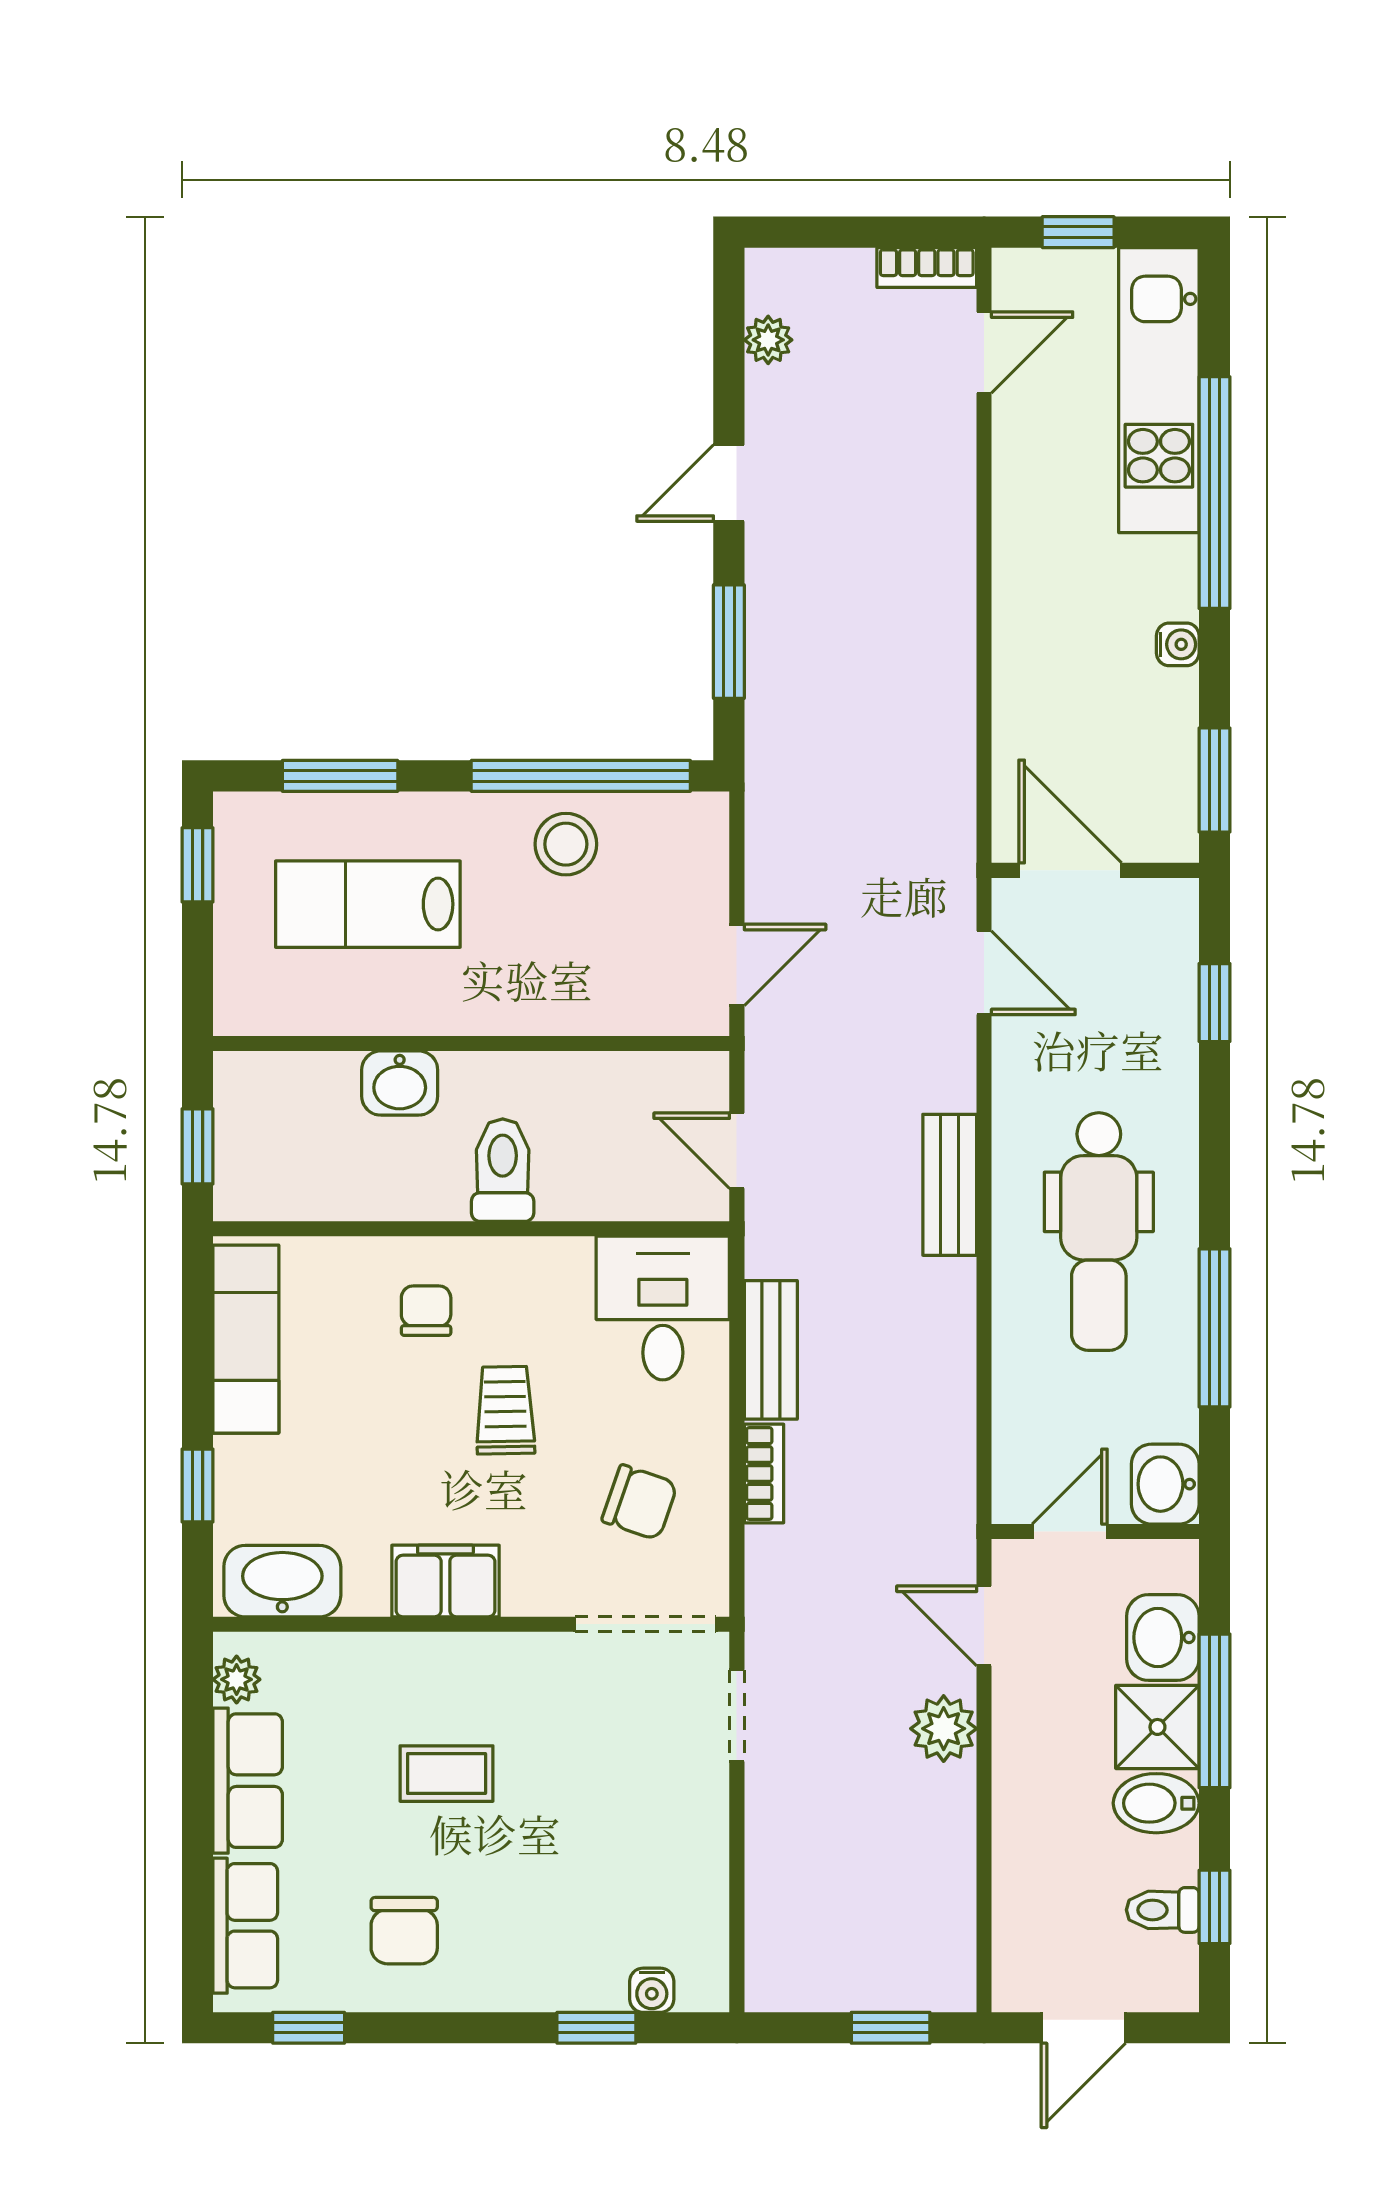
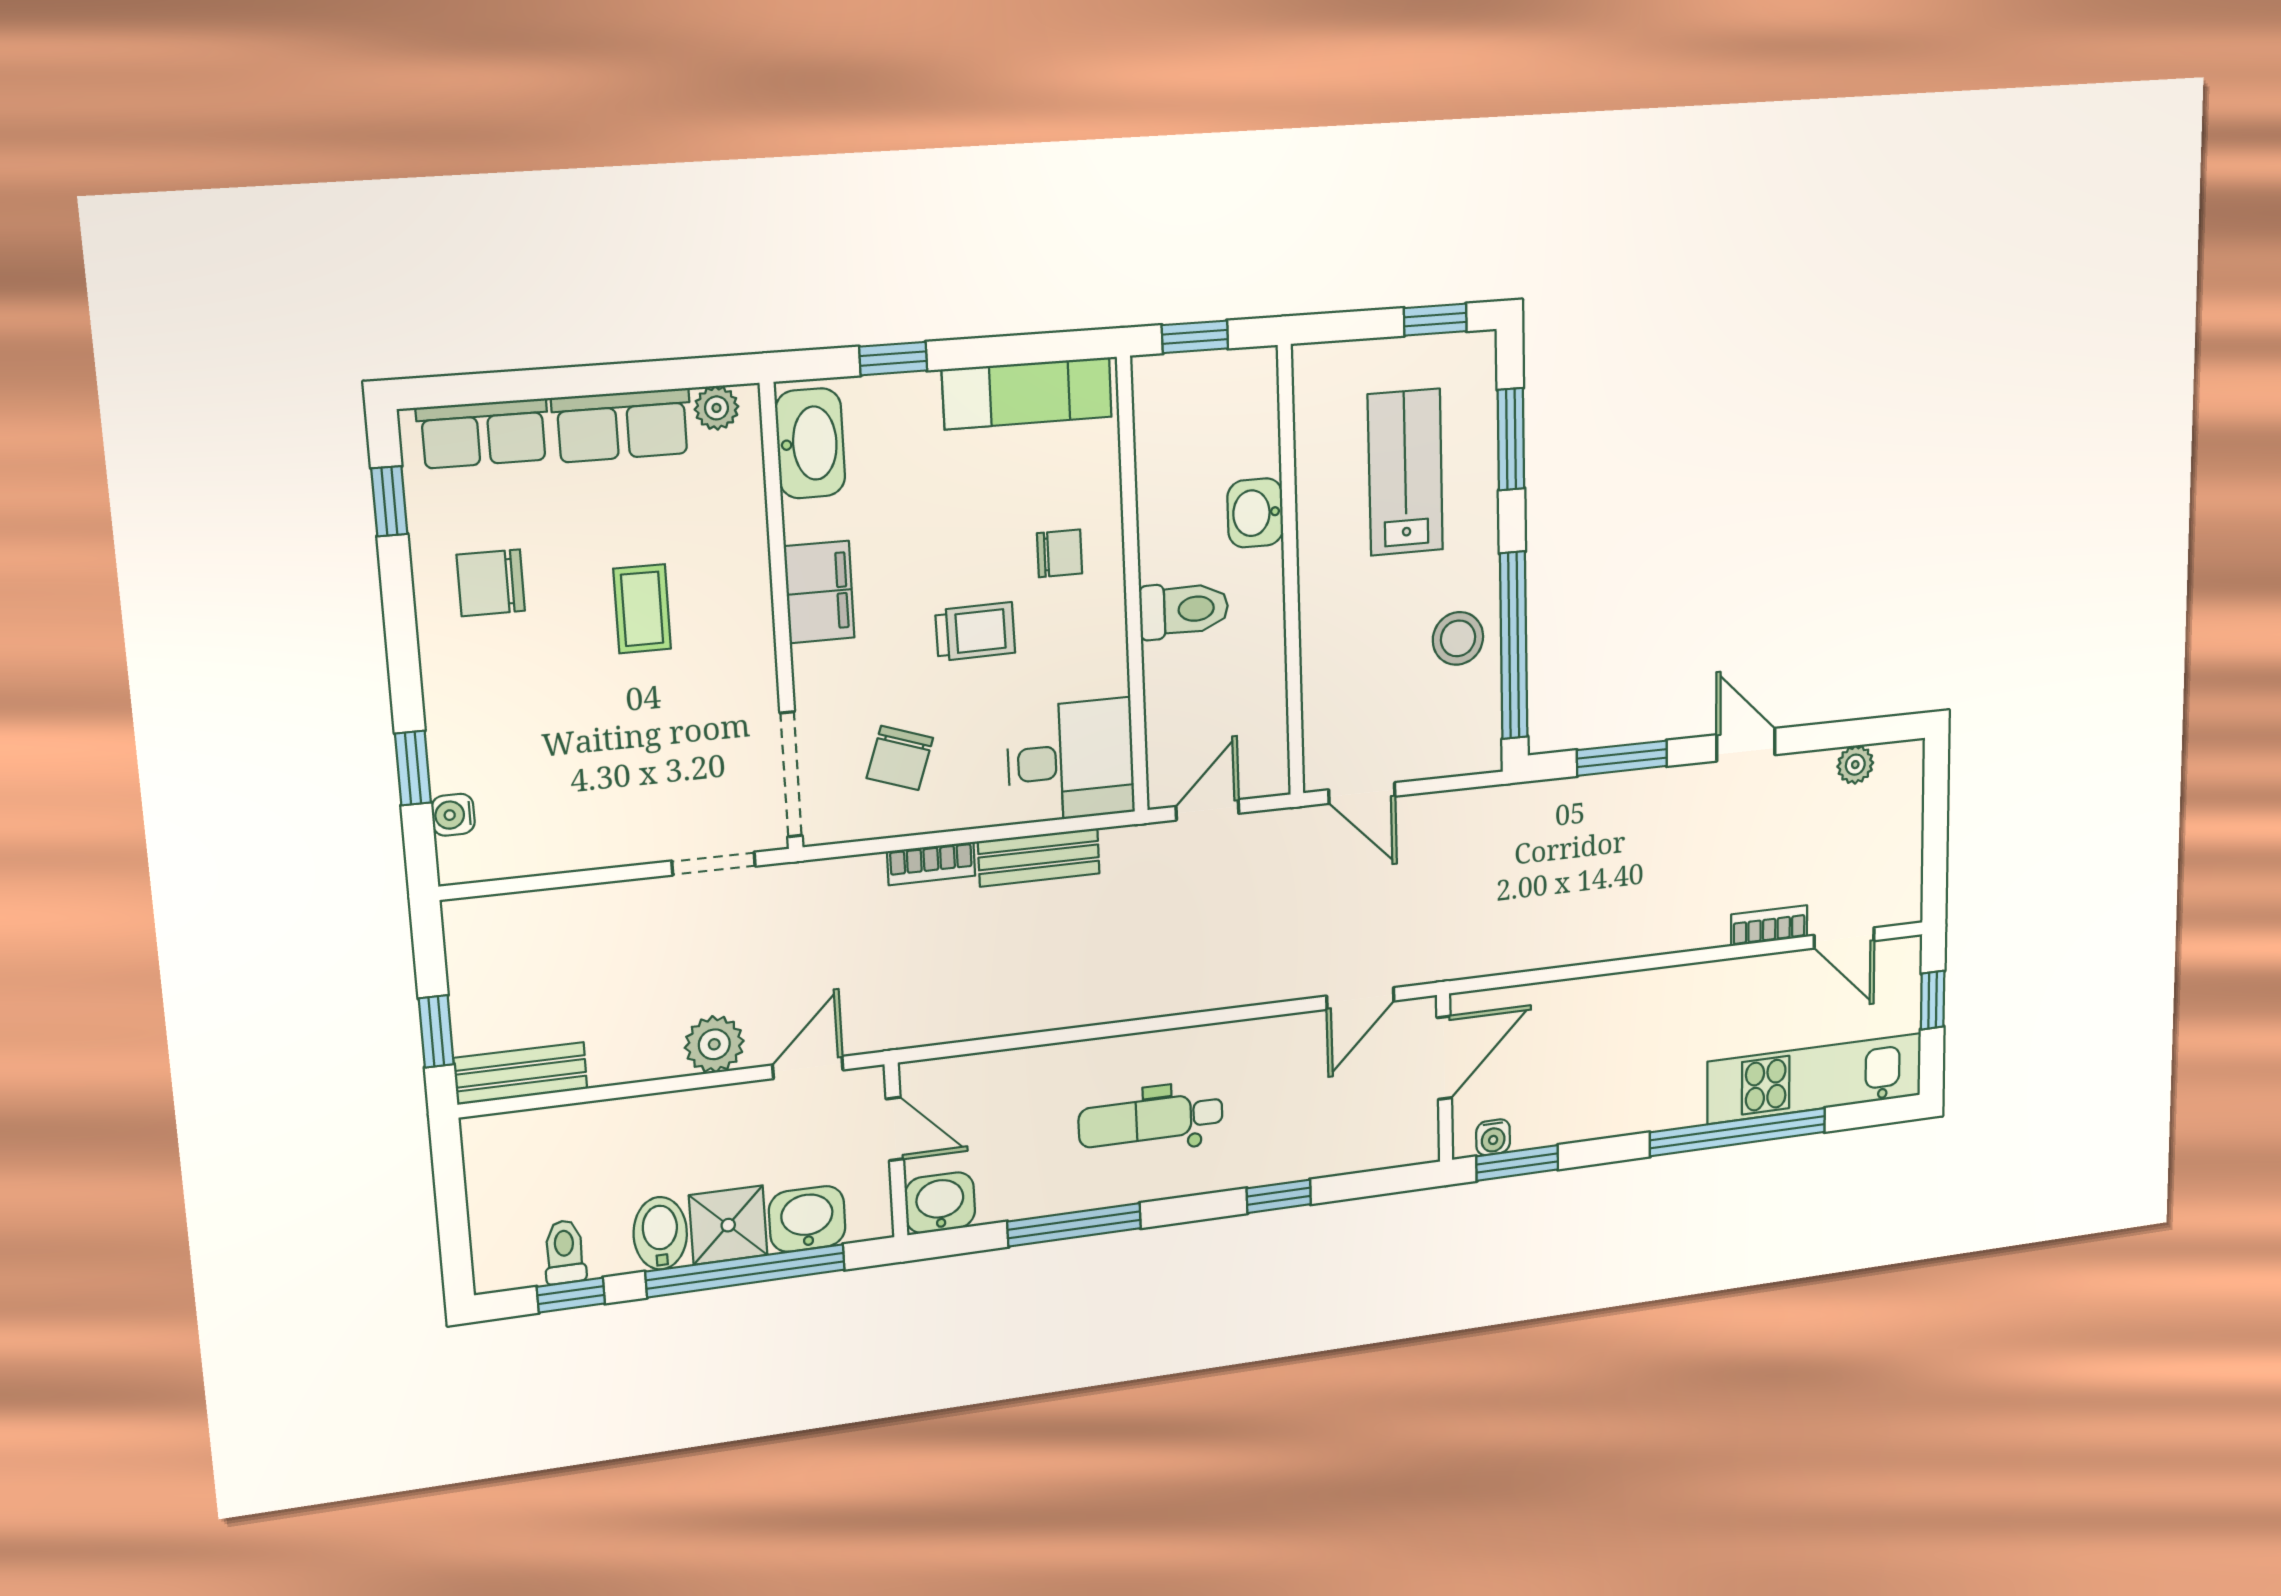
bookcase: (927, 268) -> (1769, 926), moved, turned 90
water cooler: (1178, 644) -> (1493, 1137), moved
window: (1215, 1003) -> (1279, 1196), moved
bench: (950, 1185) -> (521, 1073), moved
dental chair: (1099, 1232) -> (1151, 1120), width x0.73, depth x0.72
window: (1215, 1711) -> (746, 1271), width x1.46
door: (1083, 2028) -> (451, 1199), removed

